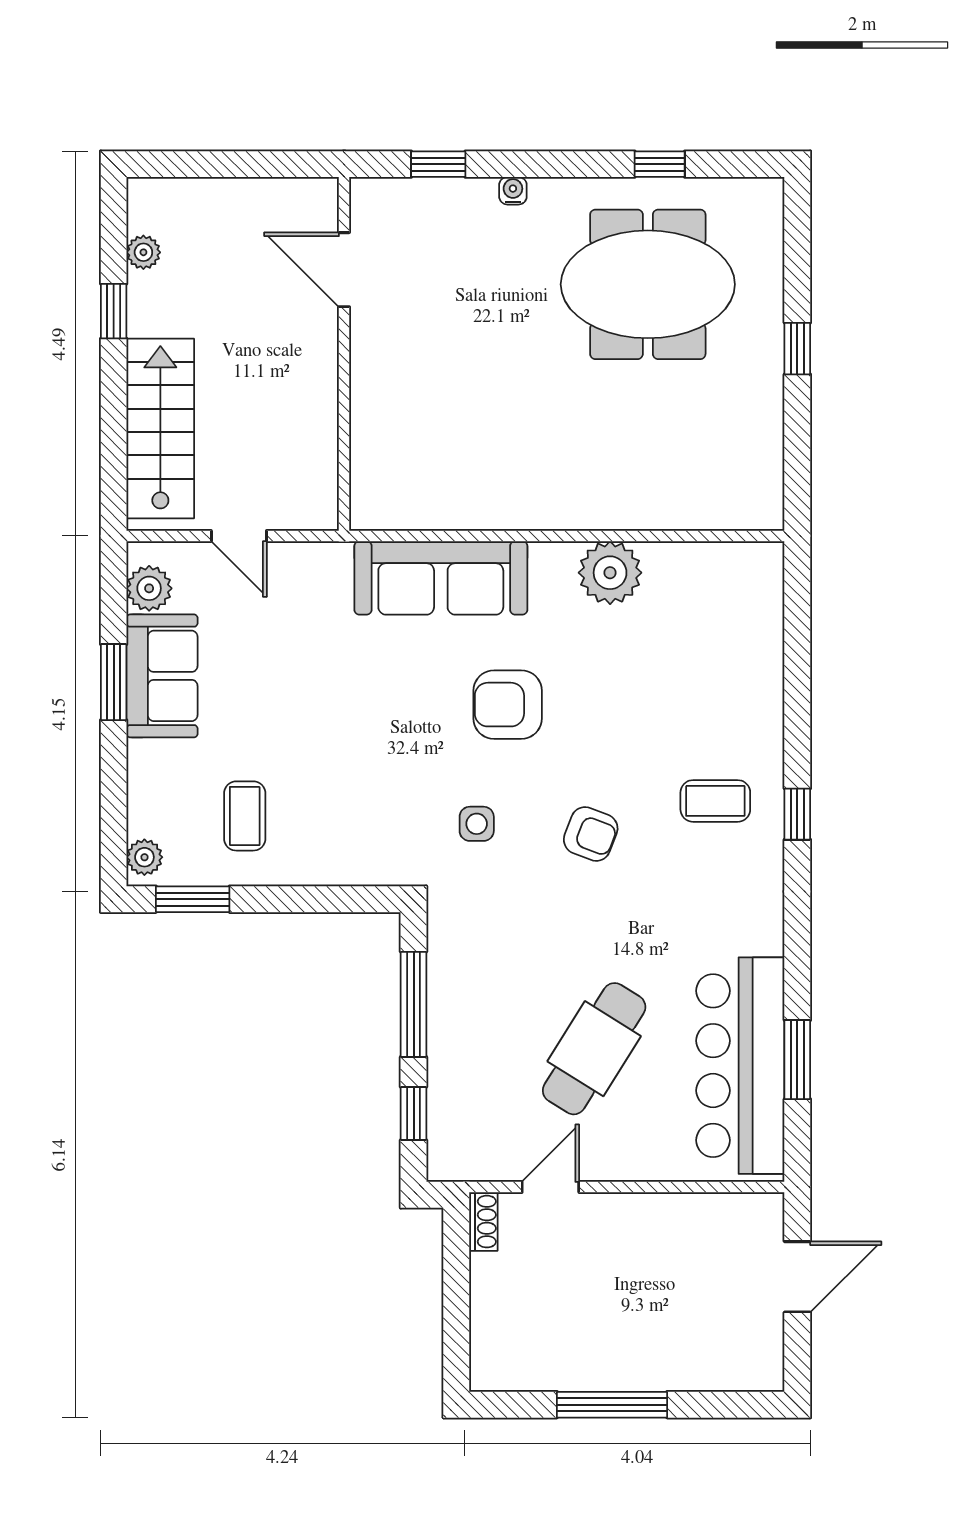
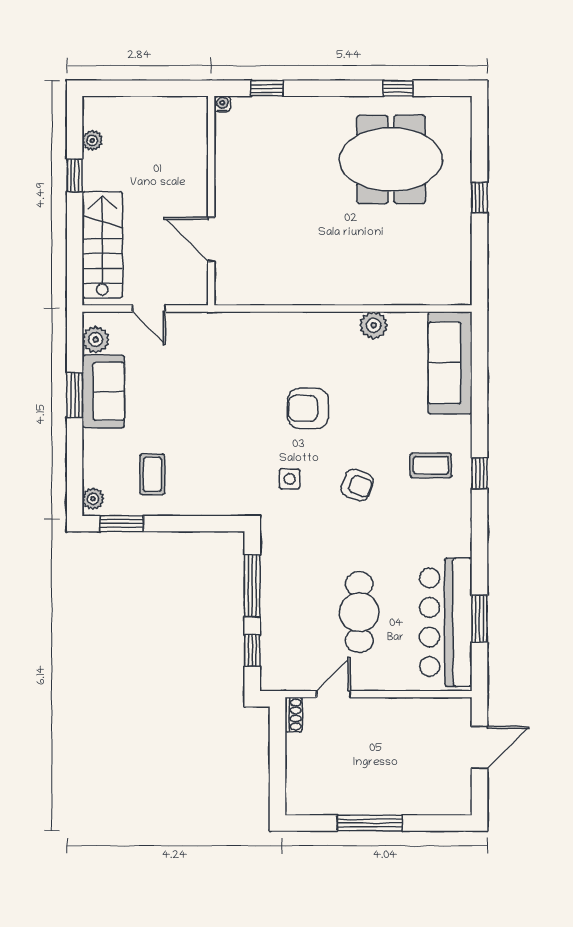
water cooler: (513, 191) -> (222, 104), moved
door: (344, 270) -> (211, 239), moved
plant: (610, 573) -> (374, 325), width x0.73, depth x0.73
sofa: (441, 578) -> (450, 363), moved, turned 90
cafe table: (594, 1049) -> (359, 612), turned -32

